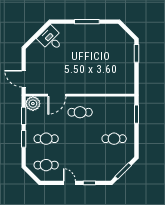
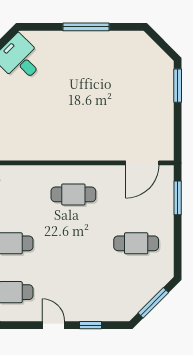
door: (57, 95) -> (142, 163), moved

